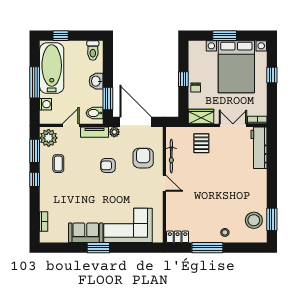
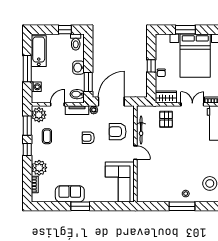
window: (61, 36) -> (65, 30), moved
bathtub: (52, 68) -> (39, 51), width x0.73, depth x0.73
door: (136, 122) -> (111, 102), hinge flipped
armchair: (143, 158) -> (118, 132), turned -90
plant: (49, 201) -> (39, 168), added
corner sofa: (128, 225) -> (120, 182), moved, turned -90
locker: (178, 237) -> (146, 197), removed
window: (207, 248) -> (182, 206), moved

